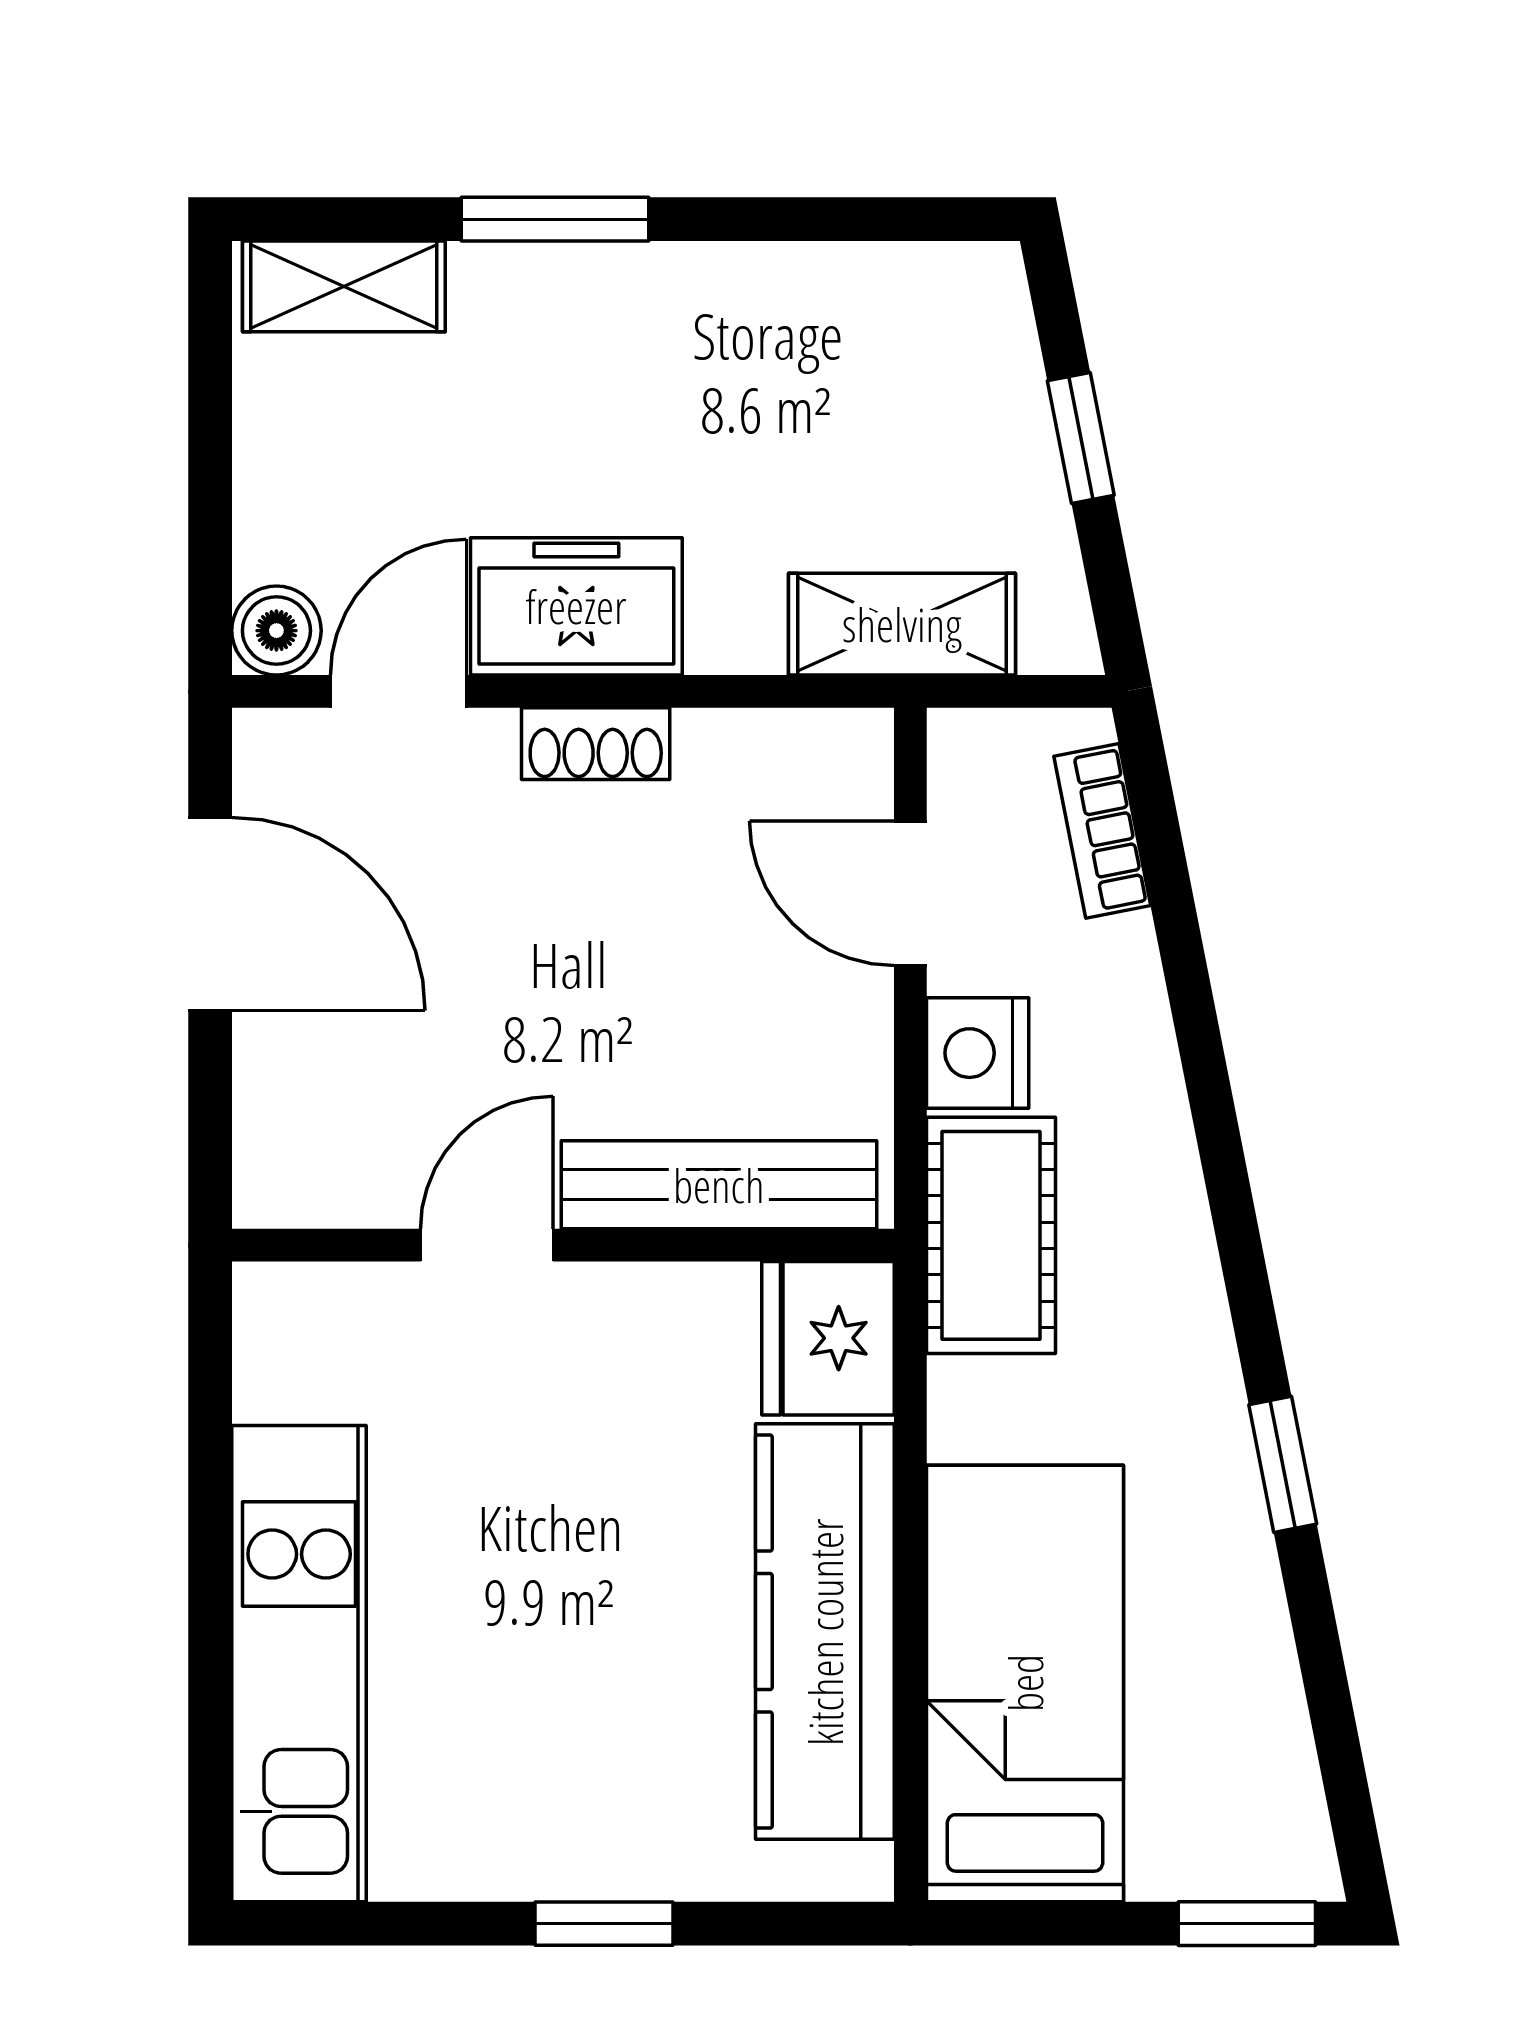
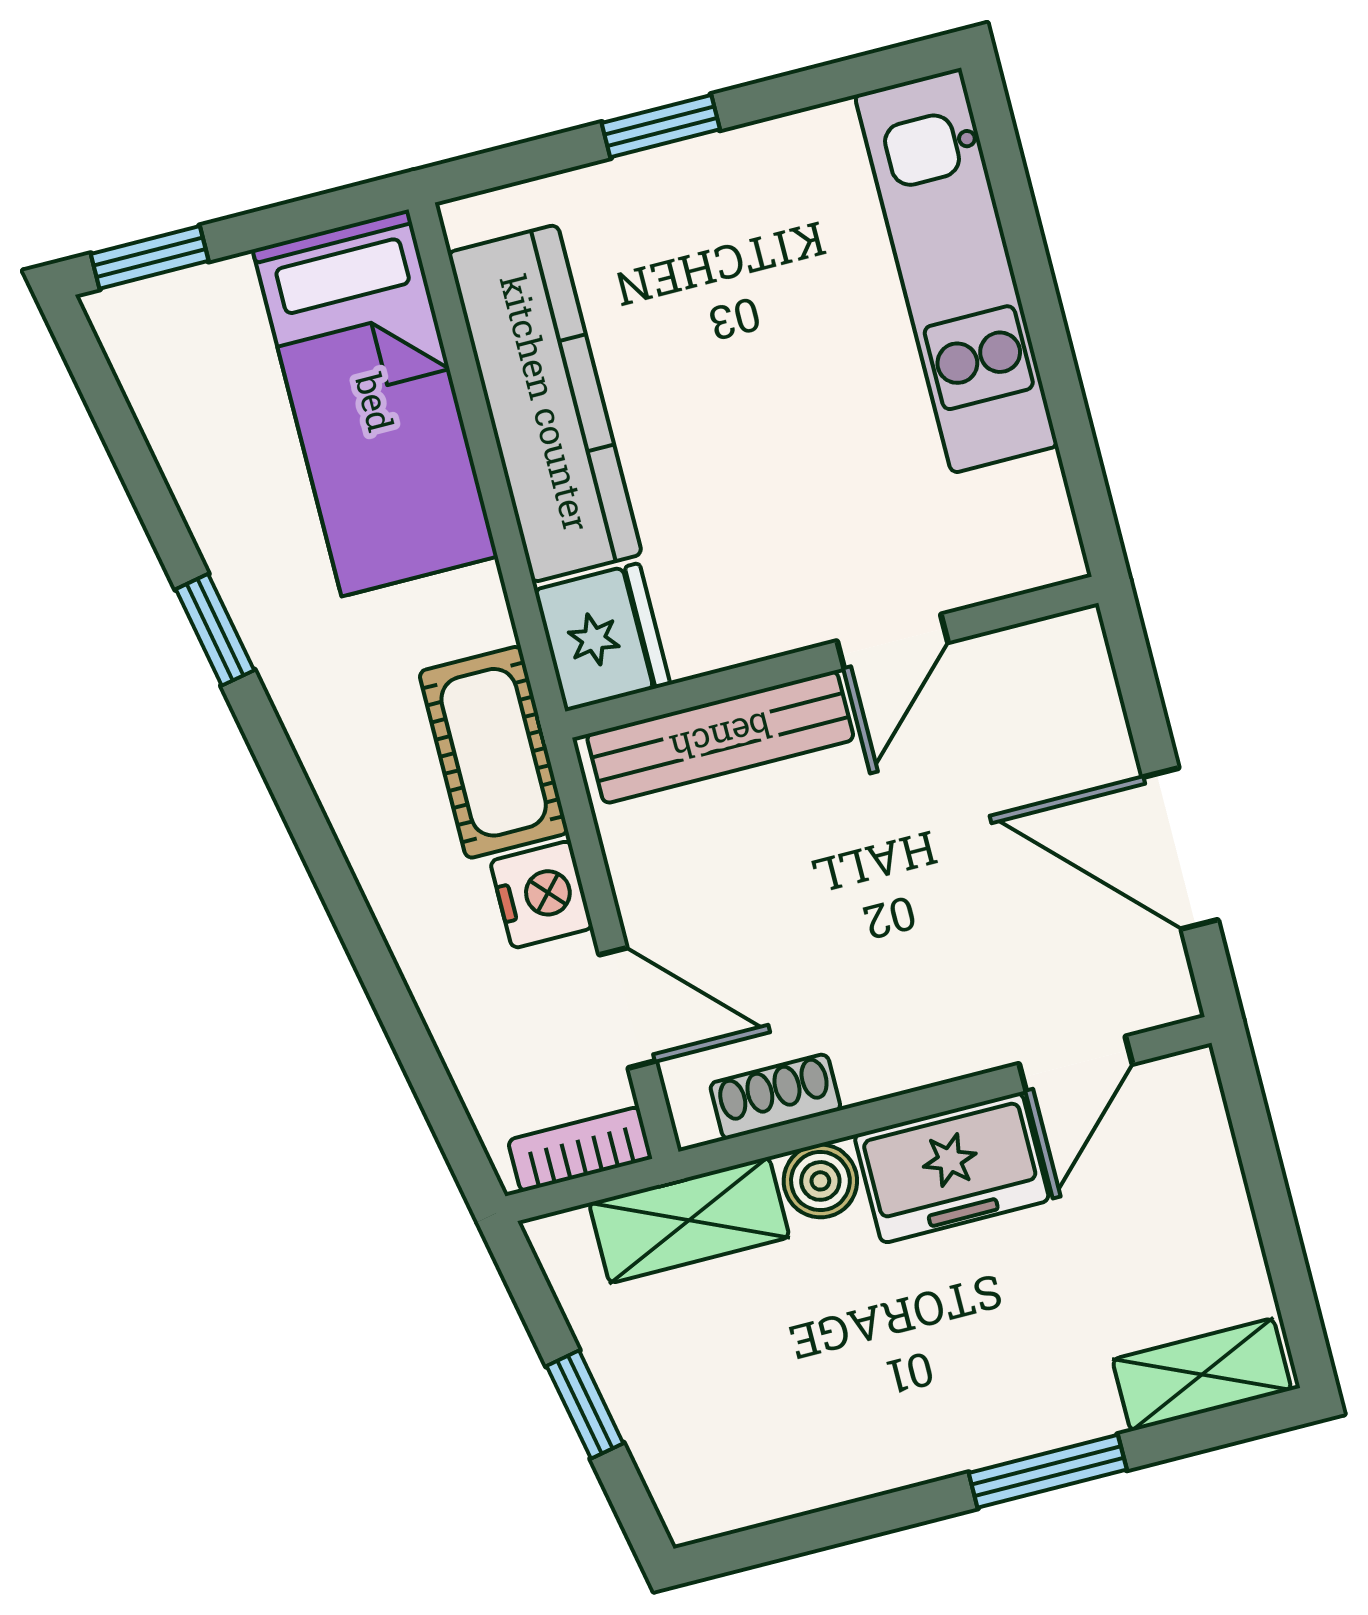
boiler: (276, 631) -> (820, 1181), moved
shoe rack: (596, 744) -> (775, 1097), moved
bookcase: (1102, 831) -> (580, 1149), moved, turned -79

